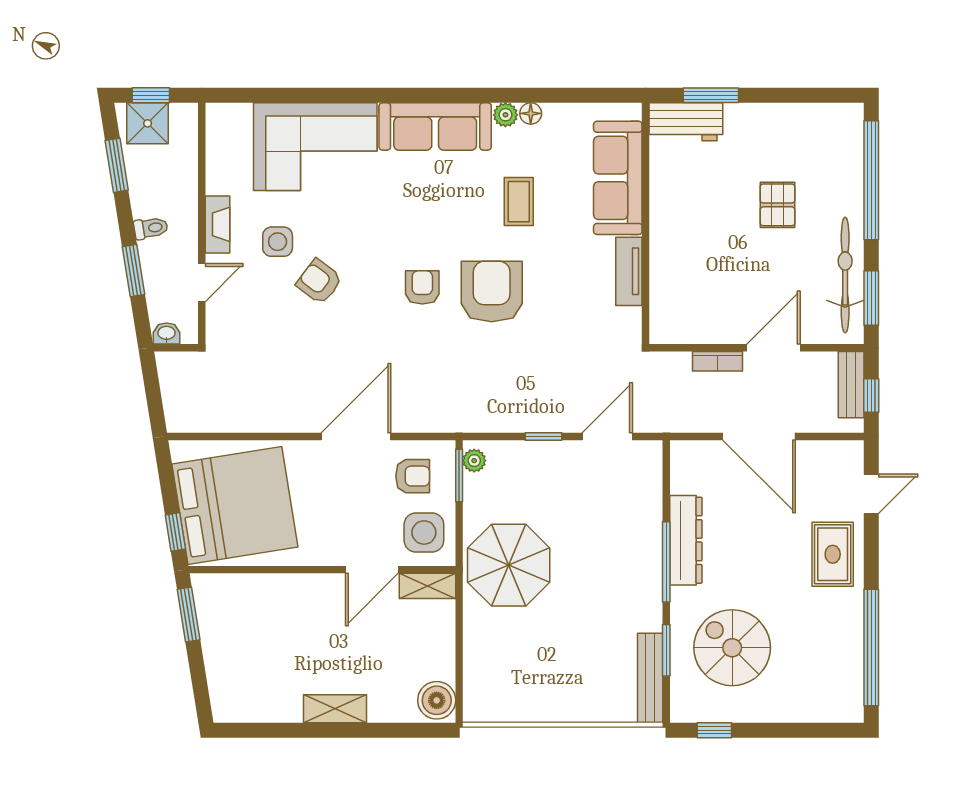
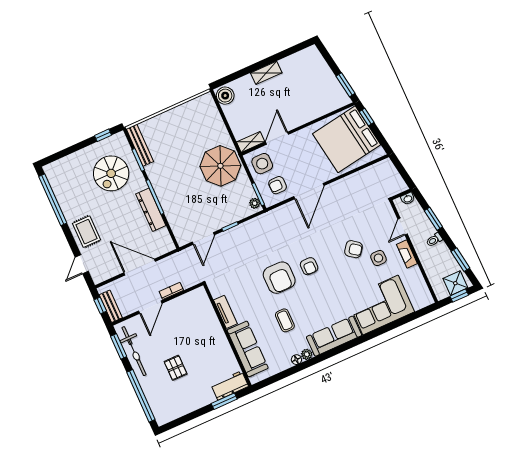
spiral stairs: (732, 648) -> (111, 173), turned 90

